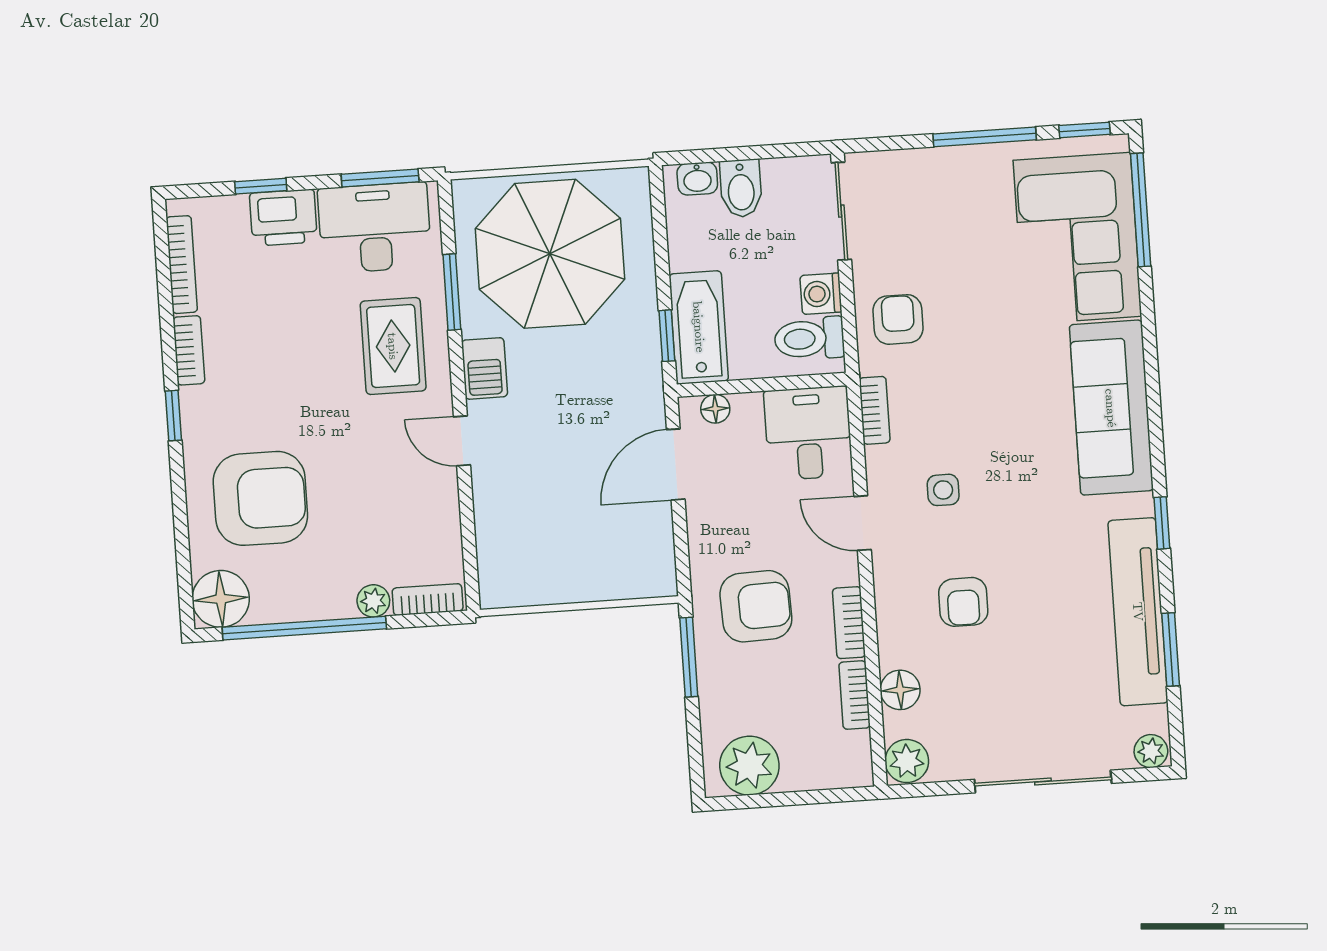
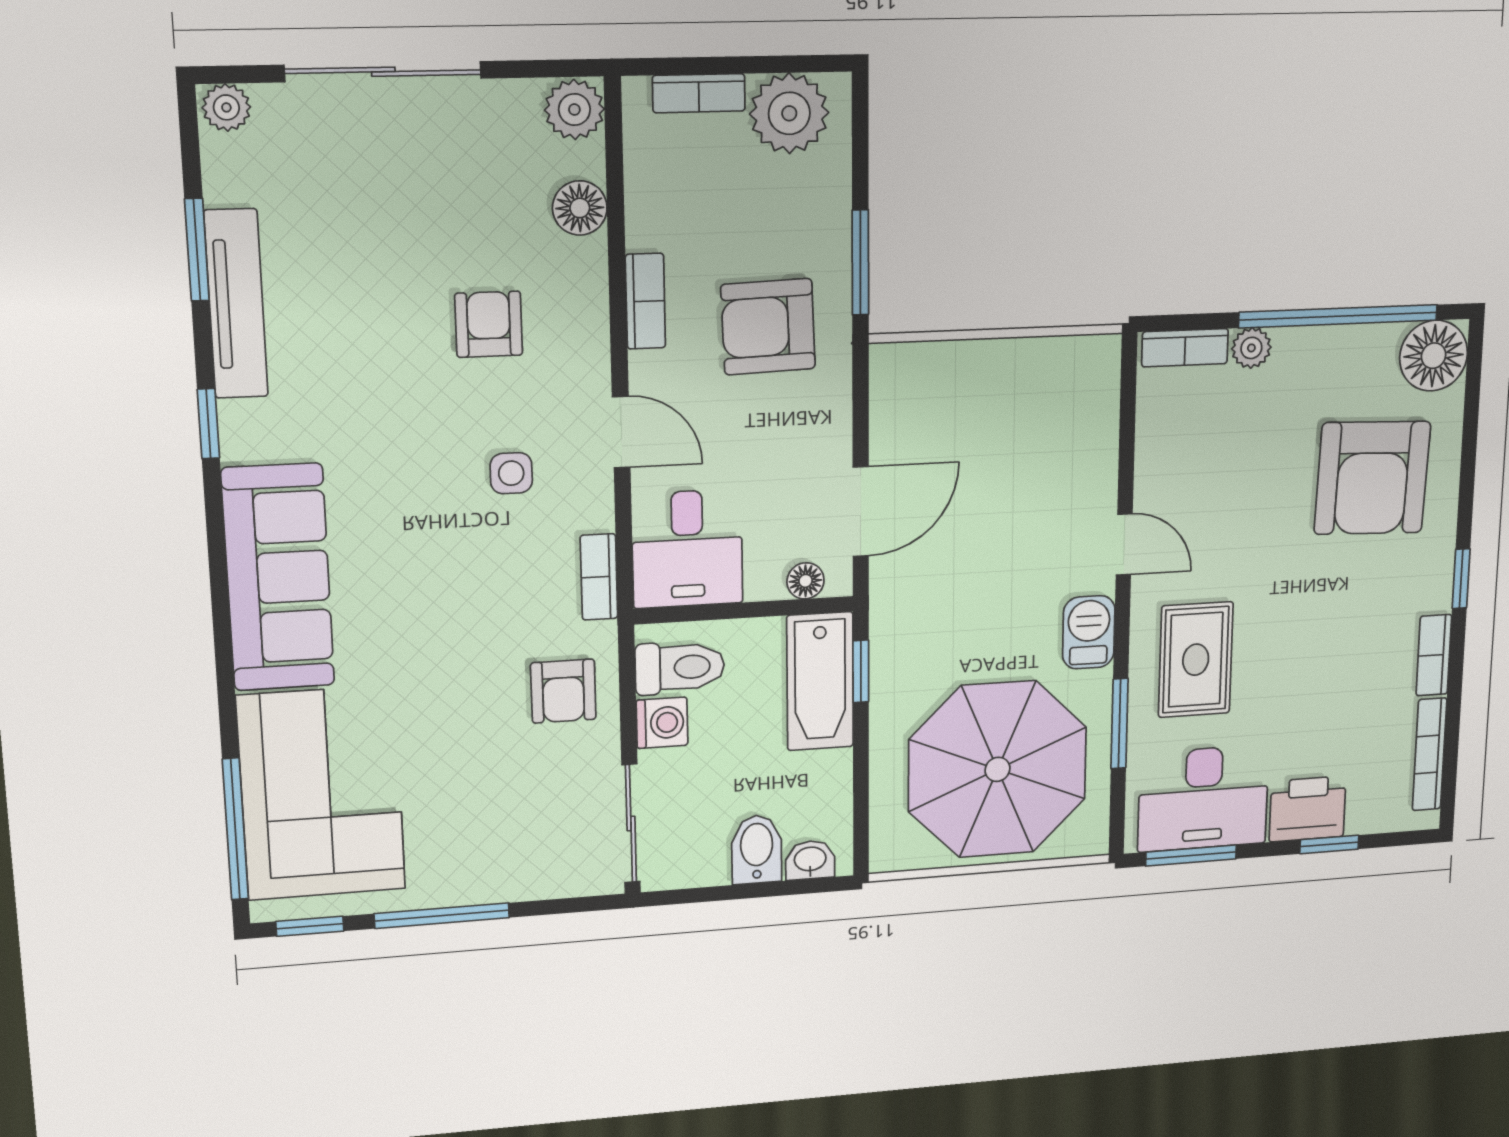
armchair: (260, 498) -> (1372, 478), turned -88
tv unit: (1138, 612) -> (236, 304), width x0.73, depth x0.78
bookcase: (855, 695) -> (699, 93), moved, turned 90

